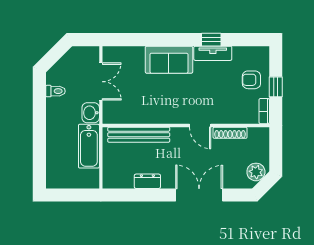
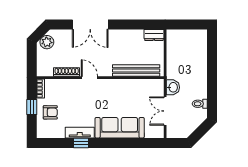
sofa: (169, 60) -> (120, 128), width x1.36
bathtub: (89, 146) -> (174, 62), removed
dresser: (147, 181) -> (154, 35), moved

